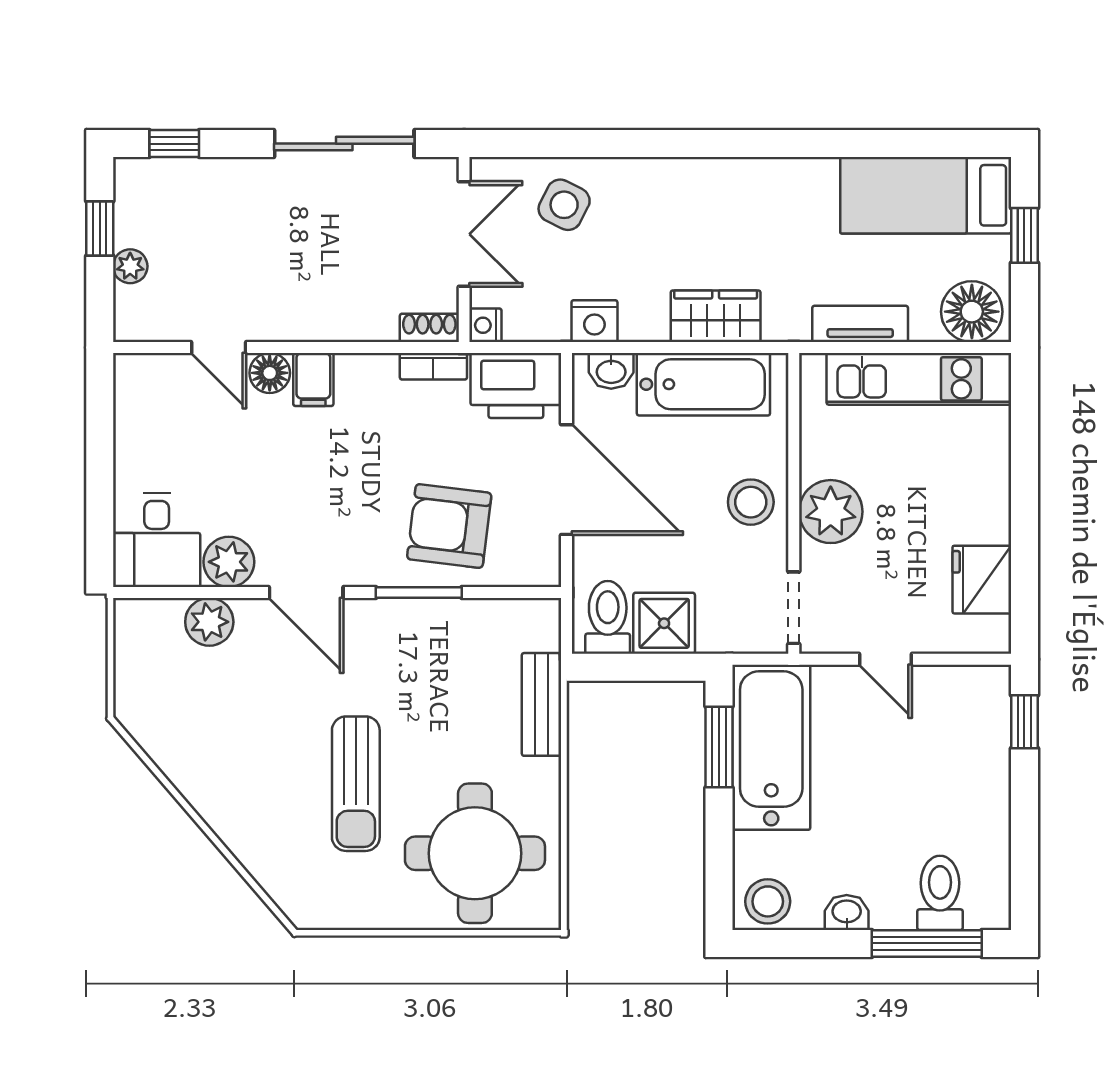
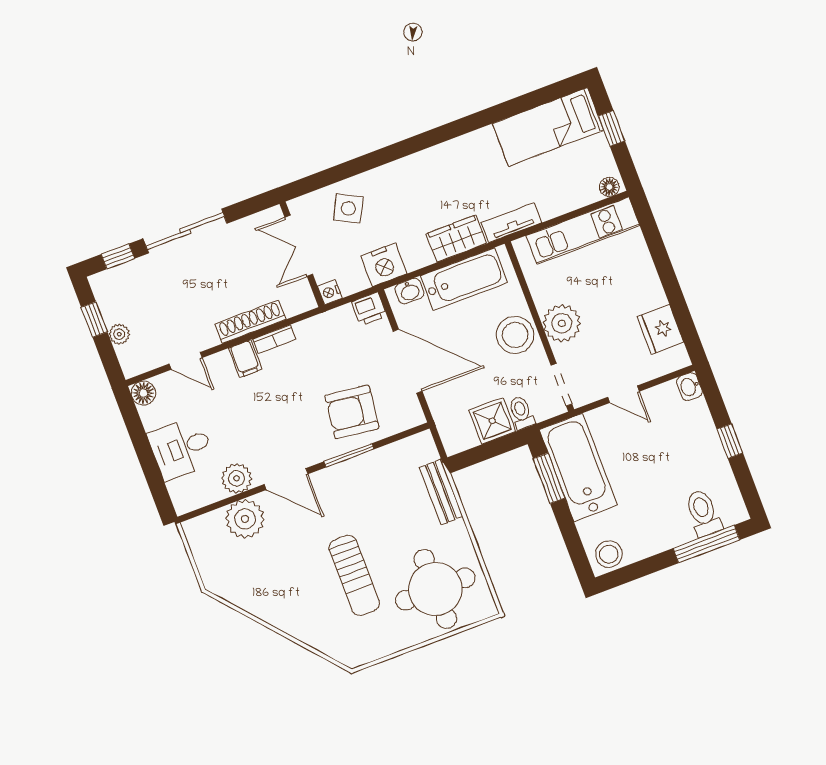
sliding door: (344, 144) -> (185, 231), moved
double door: (464, 234) -> (299, 246), swing flipped
floor lamp: (972, 312) -> (609, 187), width x0.53, depth x0.53
nightstand: (594, 321) -> (384, 265), width x1.36, depth x1.33
tv unit: (860, 324) -> (512, 223), moved
shoe rack: (429, 328) -> (250, 322), moved, width x1.94, depth x1.24
bookcase: (433, 366) -> (274, 339), moved
floor lamp: (270, 373) -> (143, 393), moved
printer: (516, 385) -> (369, 309), width x0.53, depth x0.68
stool: (751, 502) -> (515, 335), width x1.38, depth x1.38
desk: (157, 540) -> (181, 448), moved, turned 90
toilet: (608, 617) -> (521, 413), moved, width x0.73, depth x0.72
plant: (209, 622) -> (245, 519), width x1.36, depth x1.36
window: (1024, 722) -> (730, 441), moved
washbasin: (847, 912) -> (689, 387), moved, turned -90

